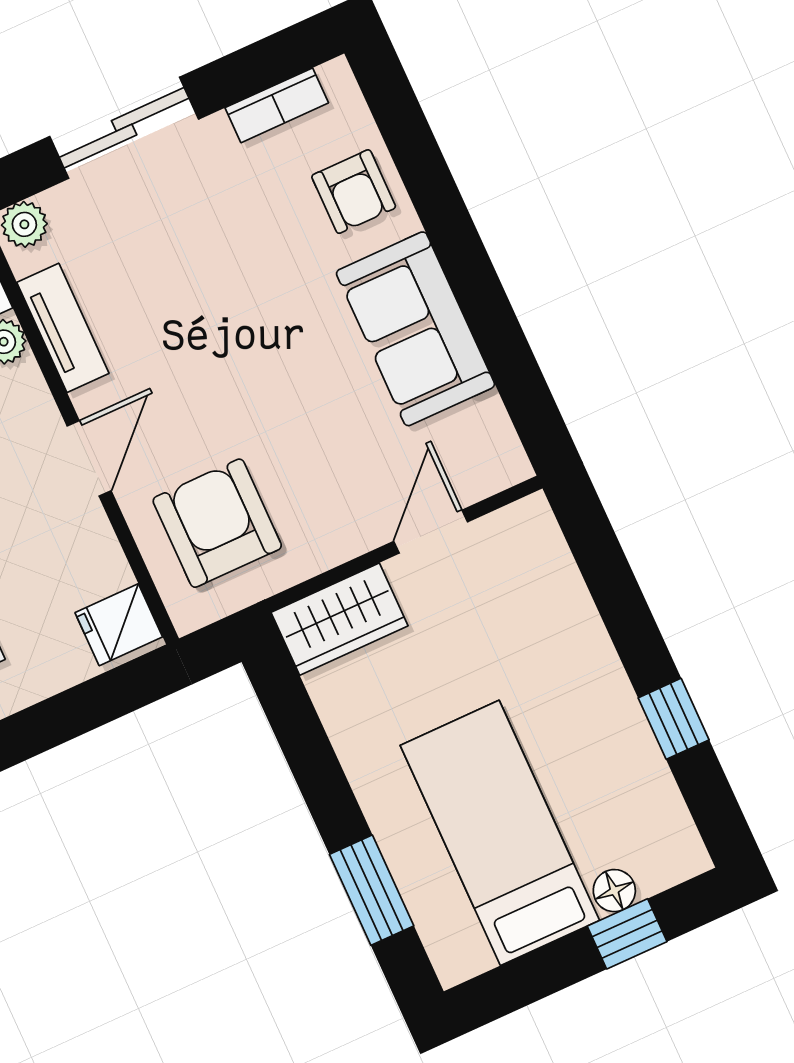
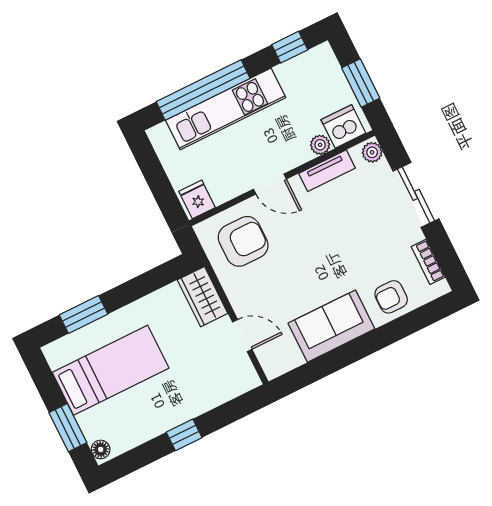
window: (674, 719) -> (184, 435), moved
floor lamp: (614, 891) -> (101, 449), moved
window: (627, 934) -> (68, 428), width x1.50

